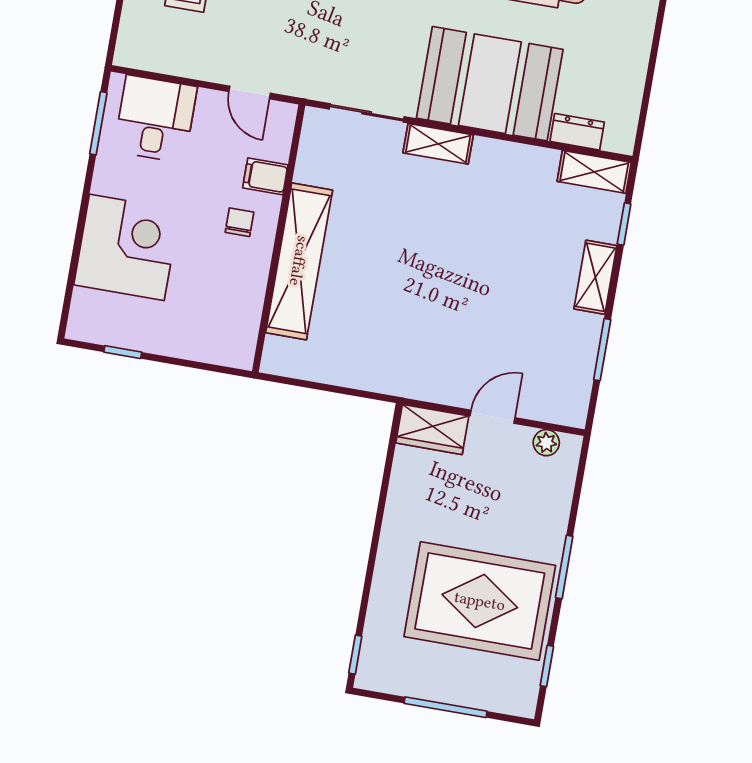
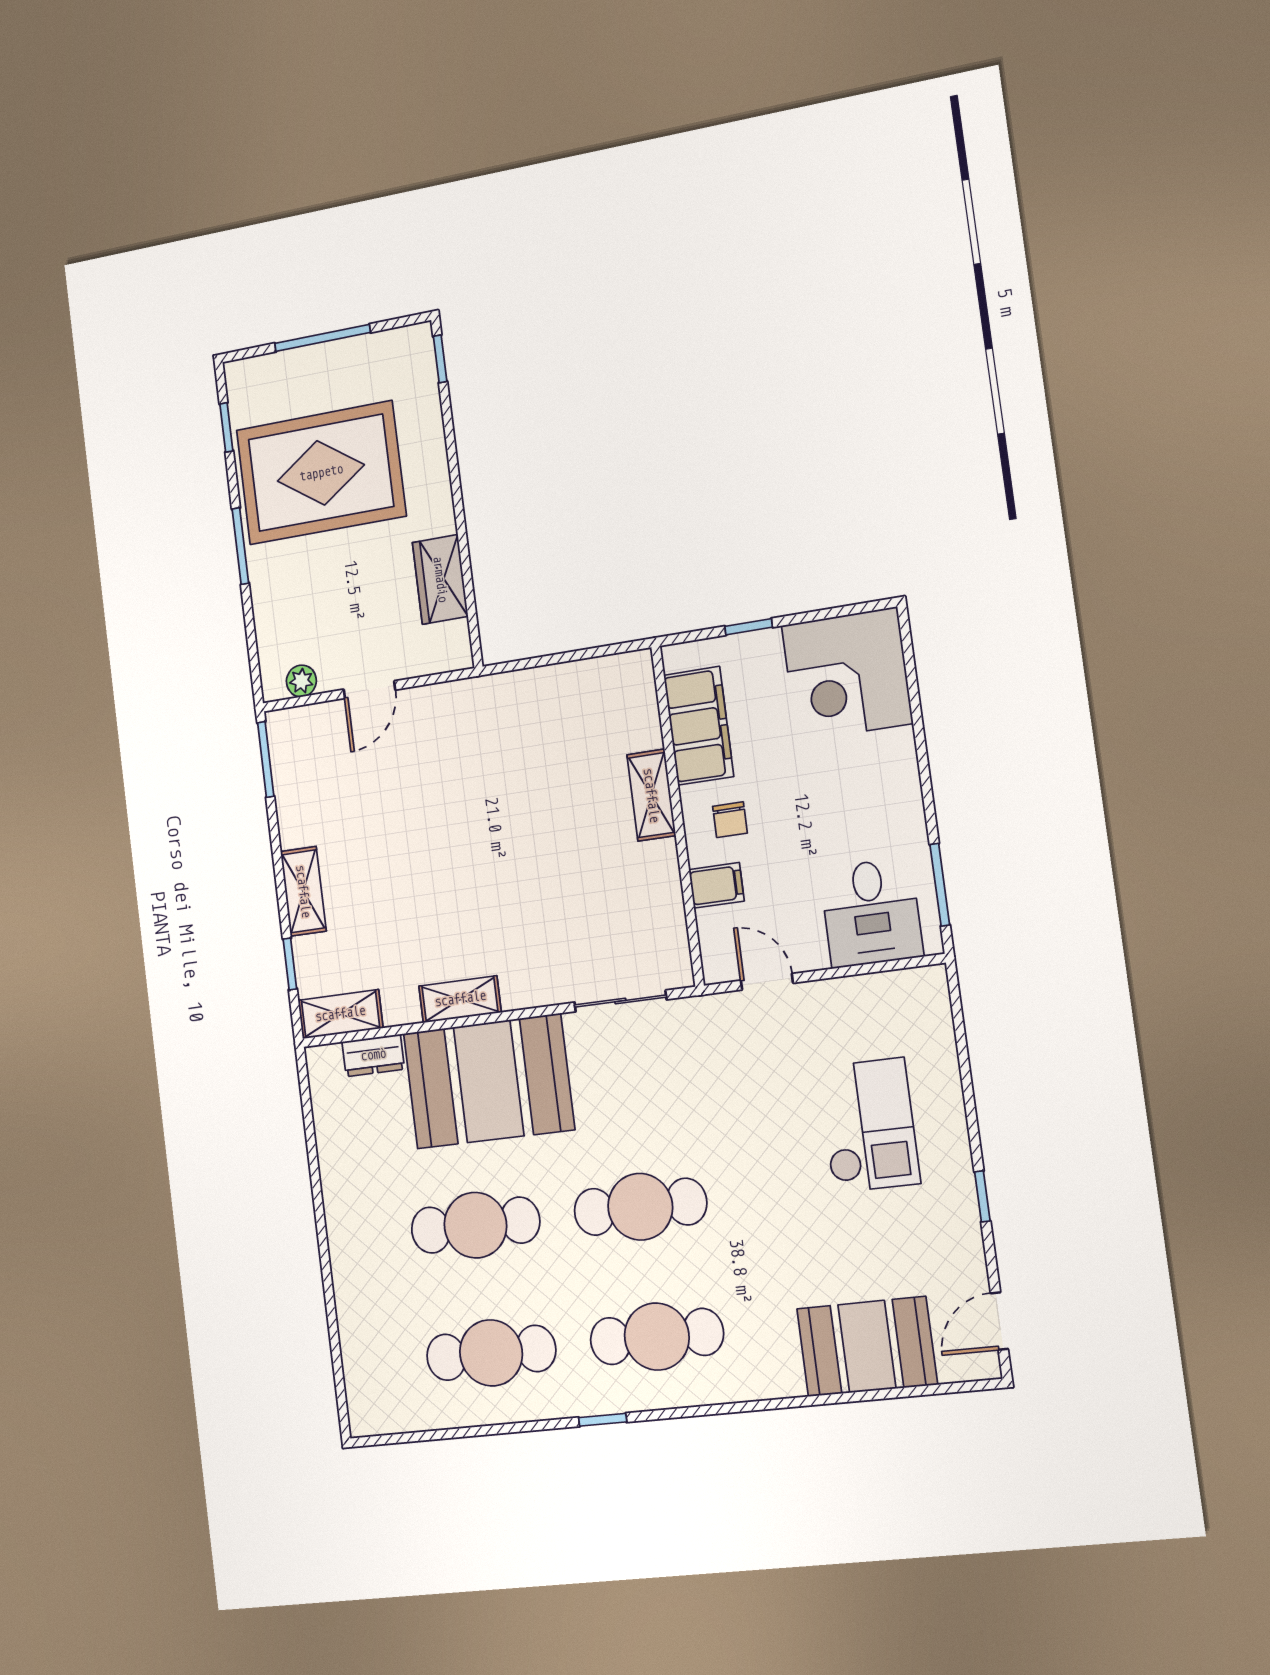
shelving: (438, 144) -> (460, 999), moved
corner desk: (127, 247) -> (847, 674), moved
shelving: (299, 261) -> (651, 795), width x0.45, depth x0.75
filing cabinet: (241, 301) -> (699, 726), added
window: (602, 350) -> (266, 760), moved
window: (123, 352) -> (749, 627), moved
wardrobe: (432, 429) -> (440, 579), moved, turned -90

